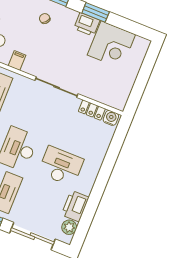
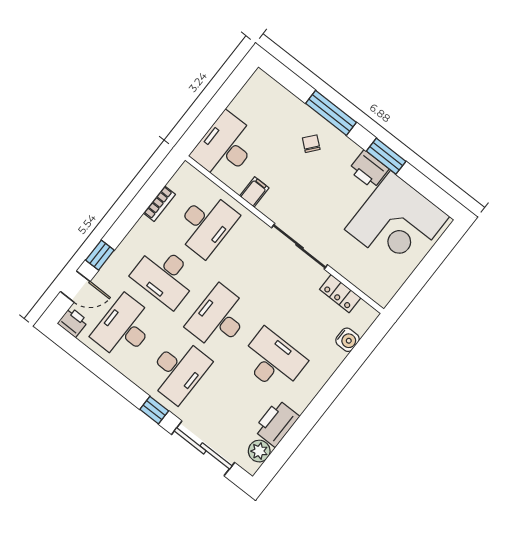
corner desk: (111, 45) -> (397, 223), width x1.36, depth x1.36
water cooler: (111, 118) -> (347, 340), moved, turned 90

